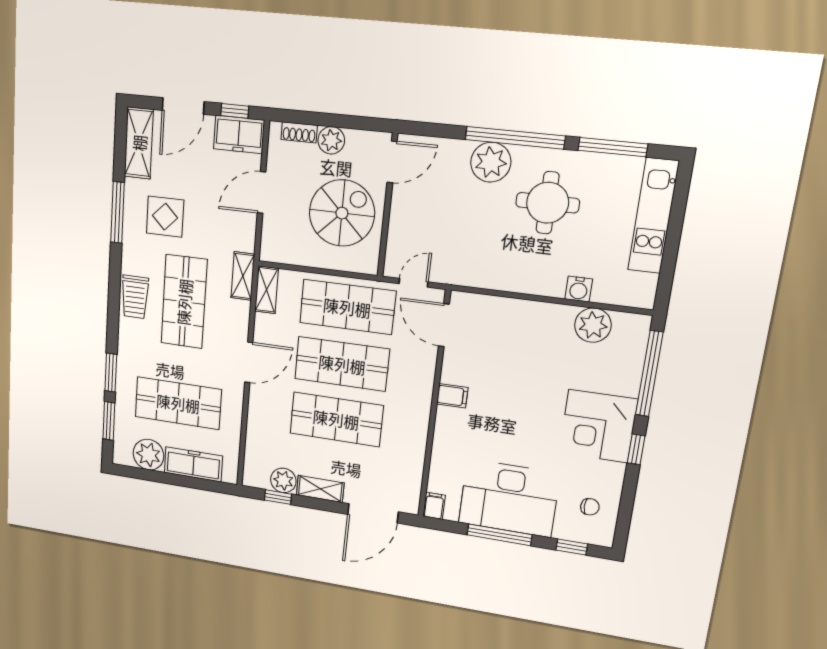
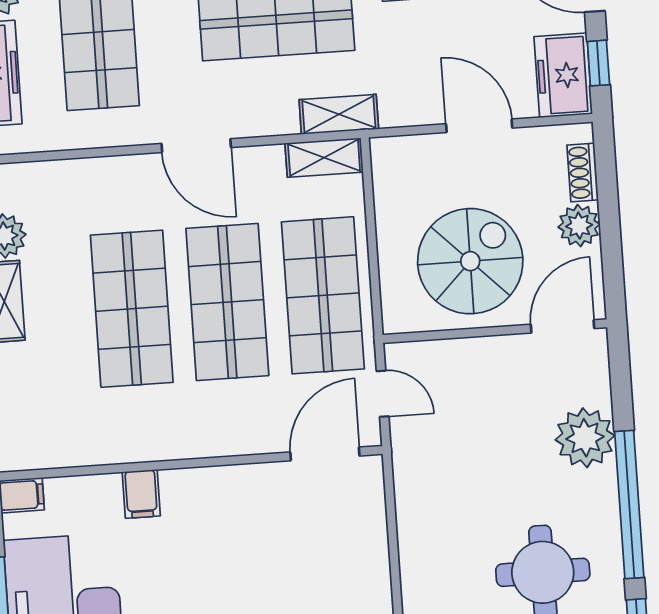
door: (392, 162) -> (562, 326), swing flipped
plant: (491, 162) -> (585, 438), moved
spiral stairs: (342, 213) -> (470, 261), turned -90
filing cabinet: (452, 396) -> (141, 494), moved

